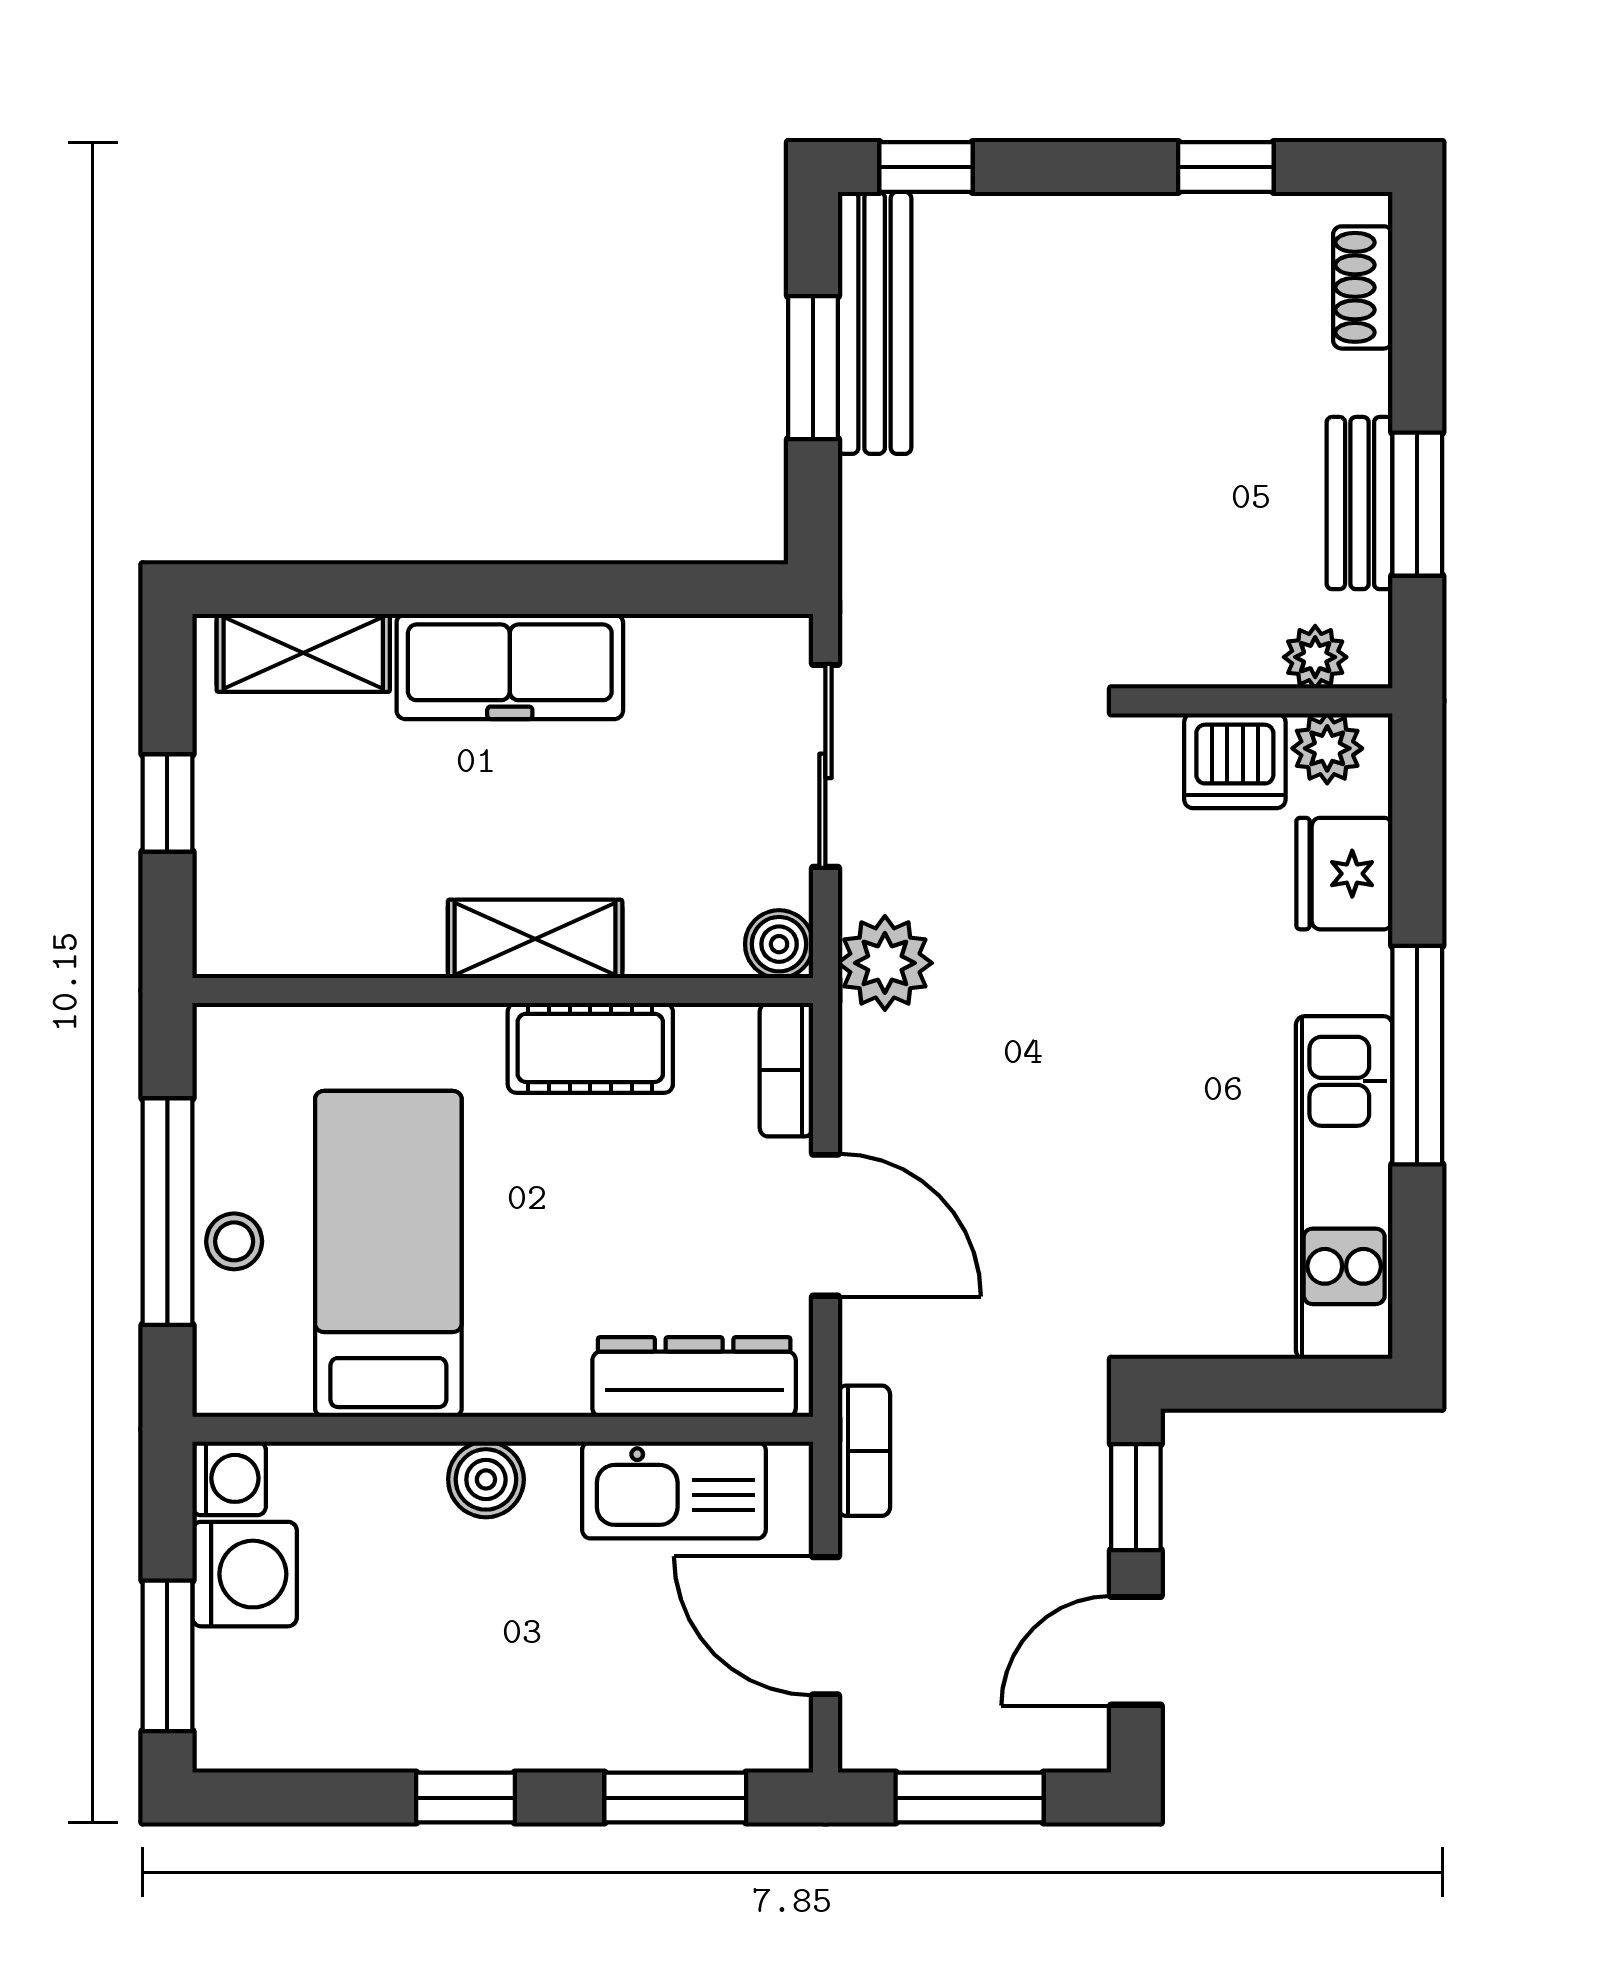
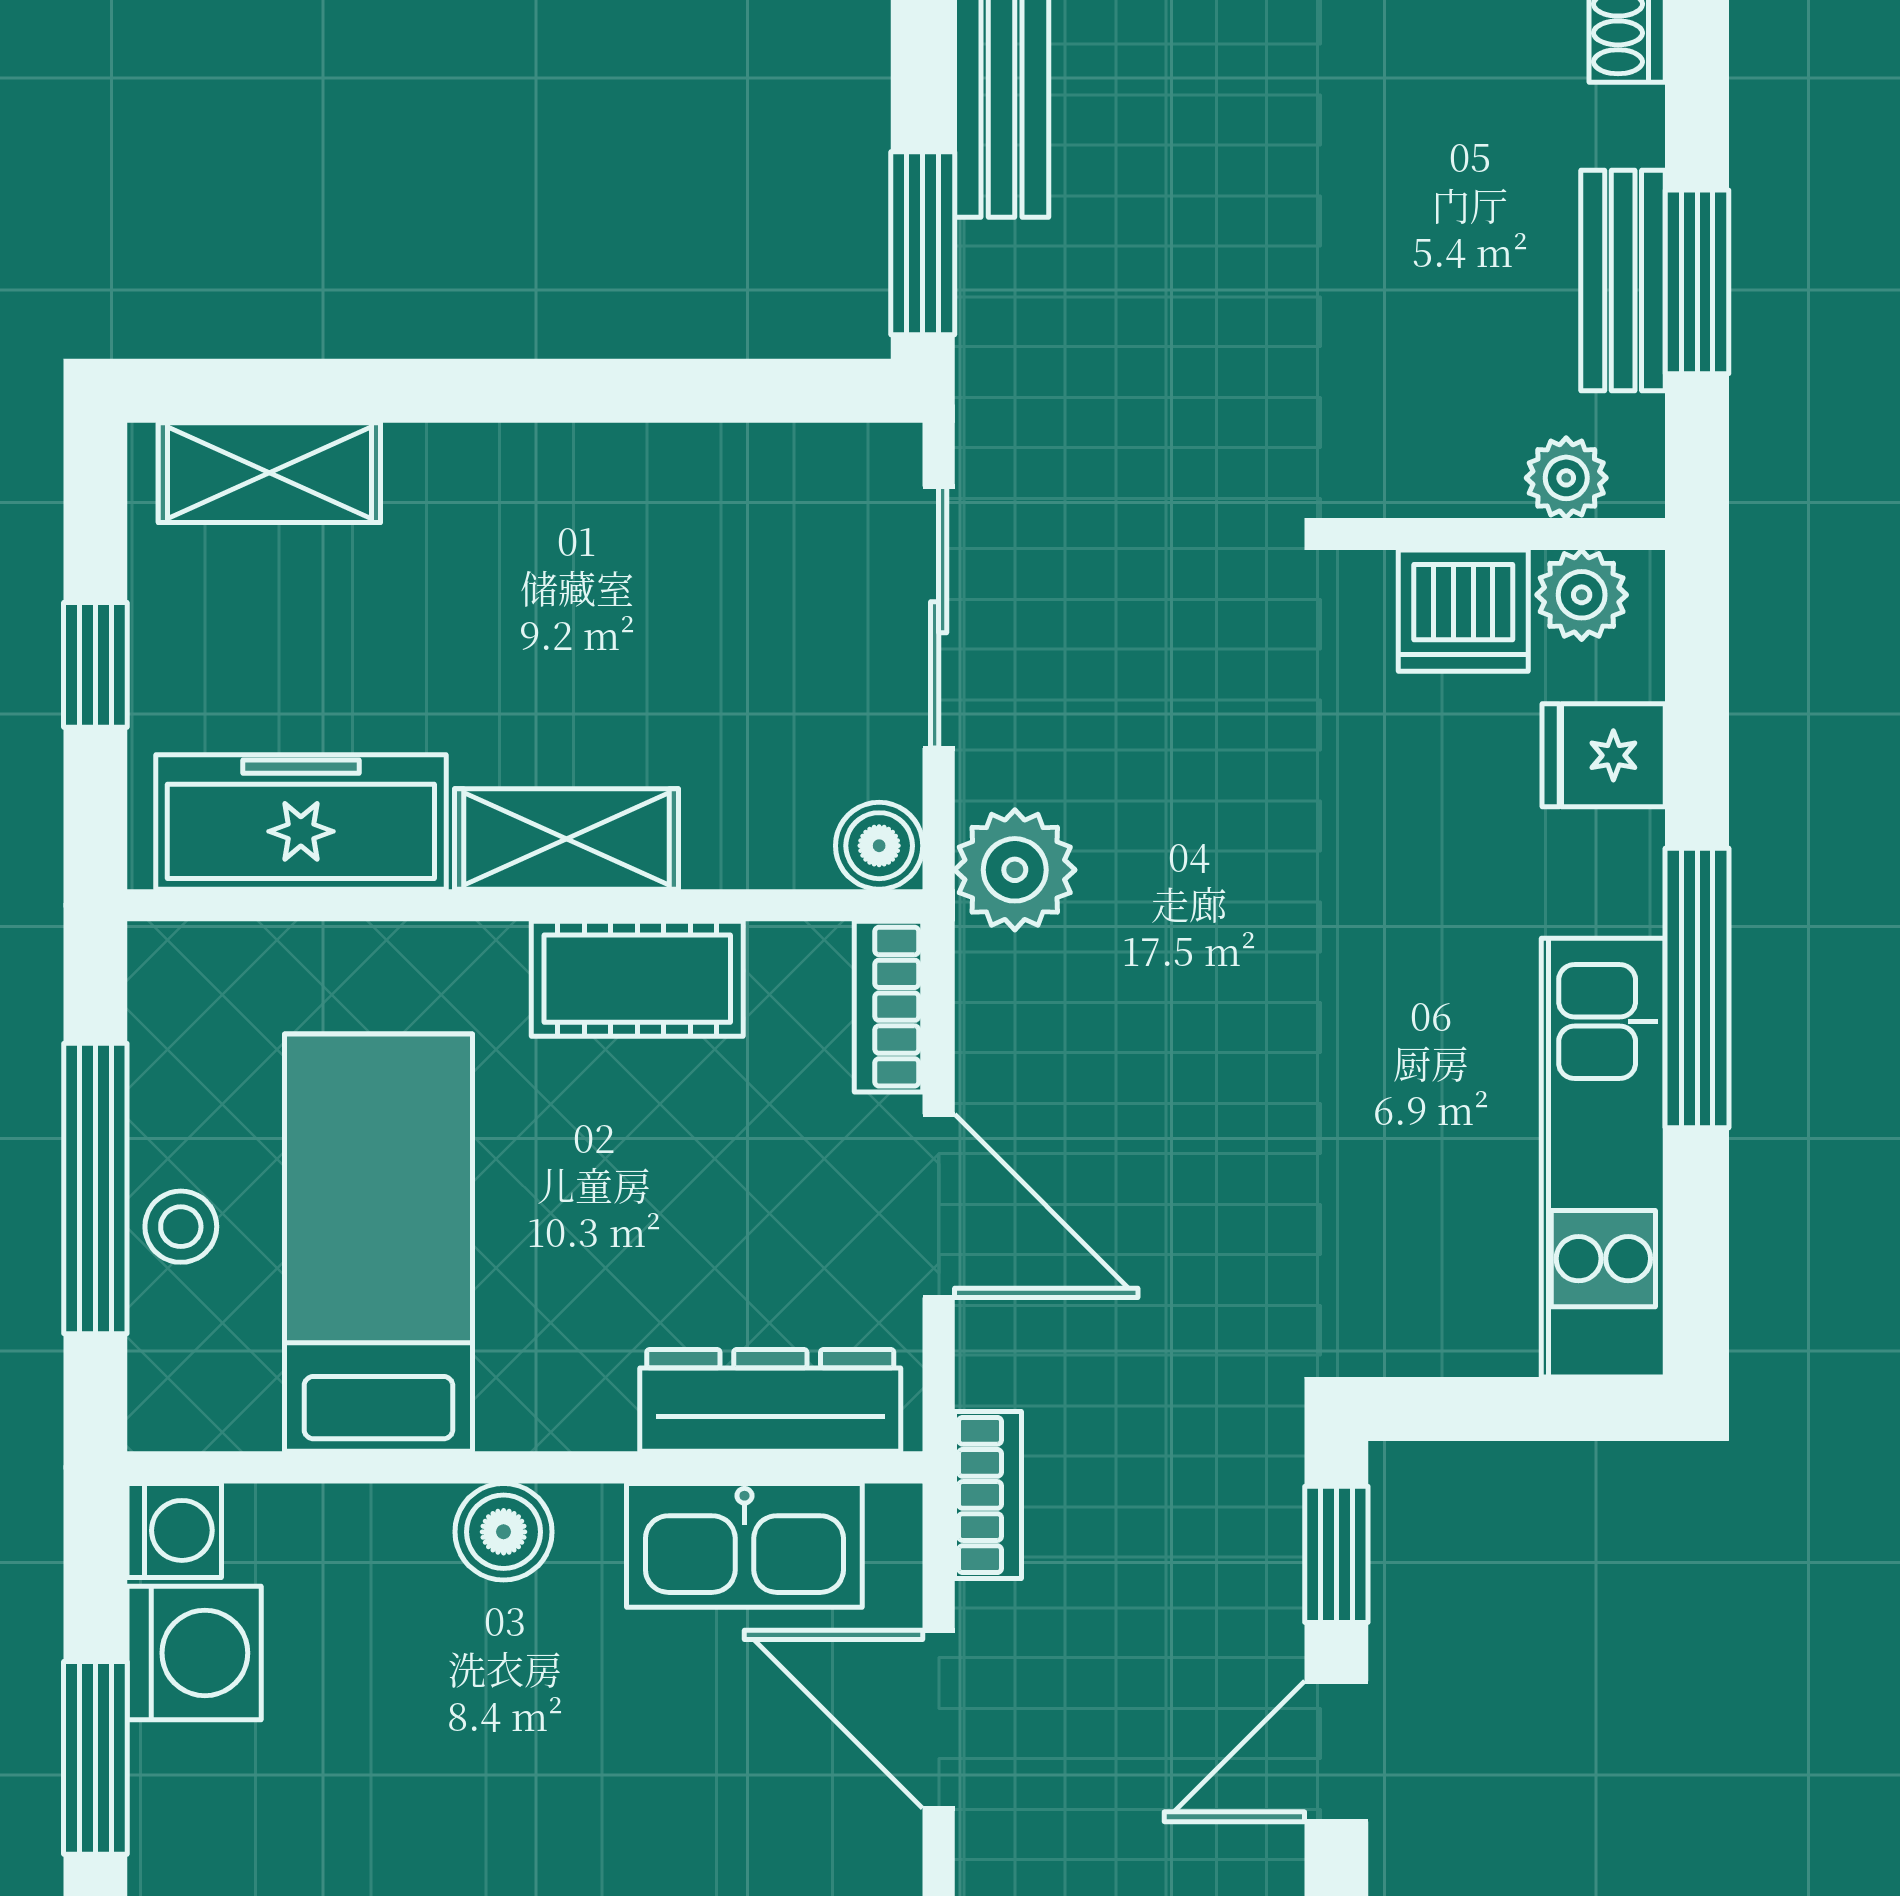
window: (813, 368) -> (923, 243), moved
freezer: (510, 667) -> (301, 822), moved, turned 180
fridge: (1344, 874) -> (1604, 755), width x0.72

